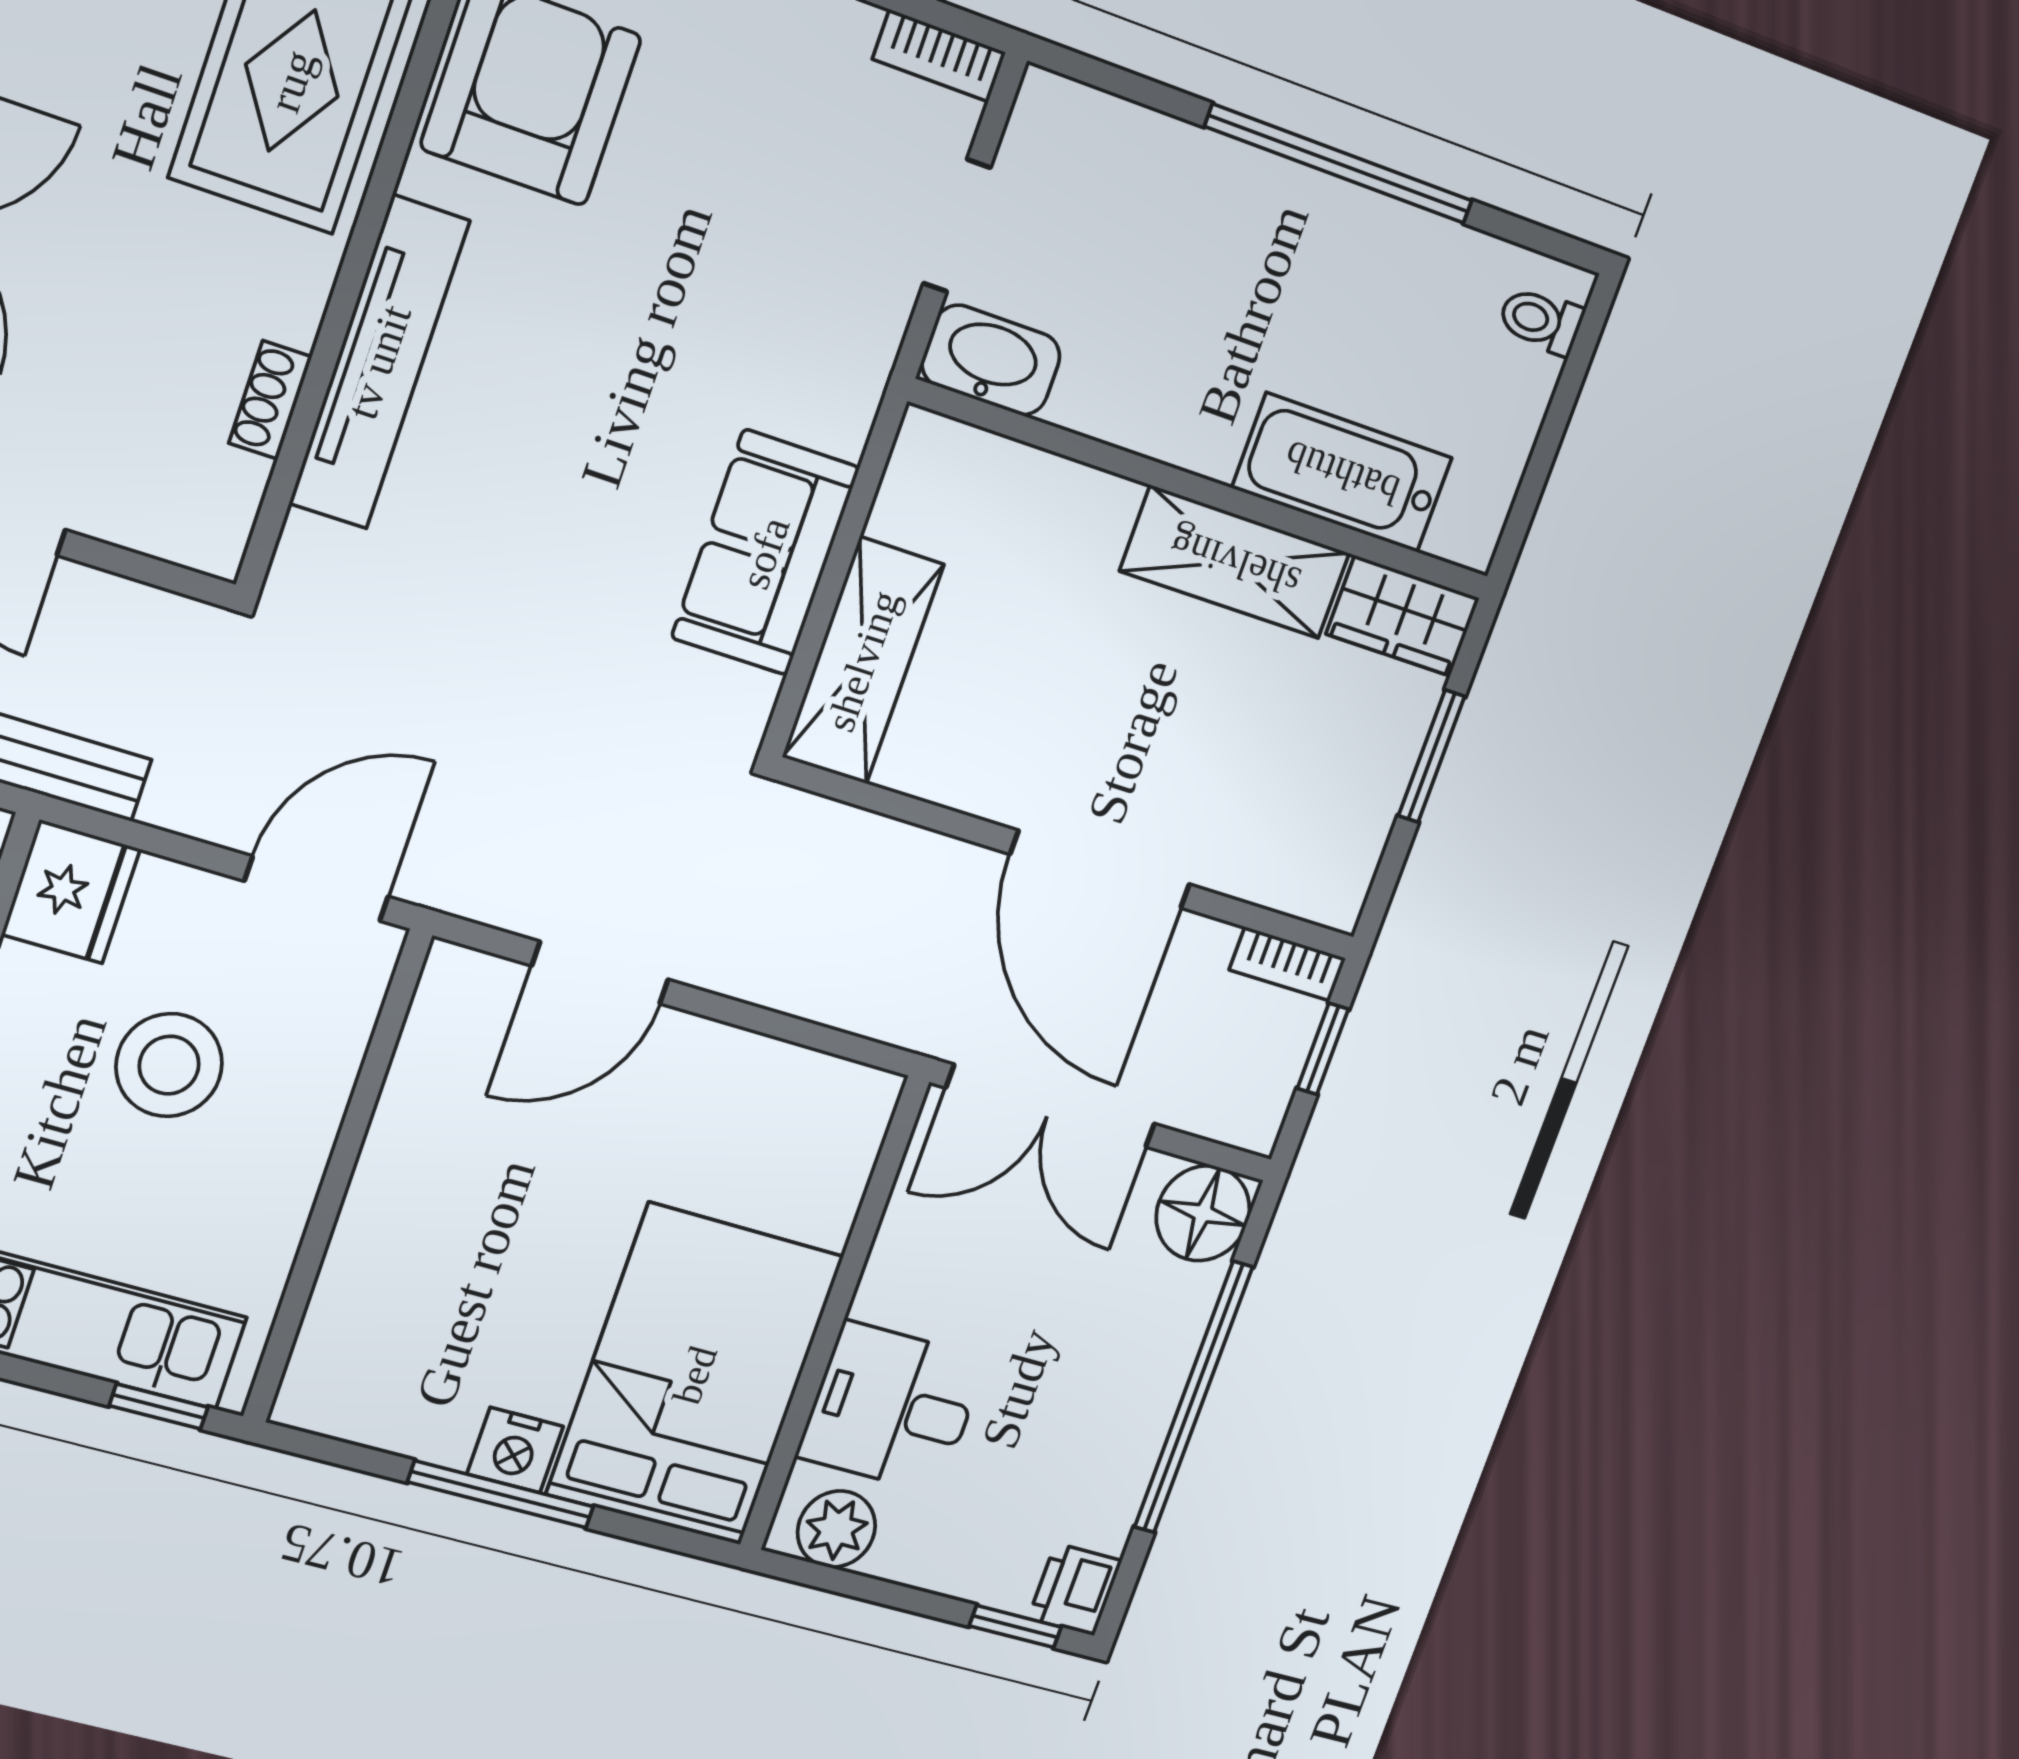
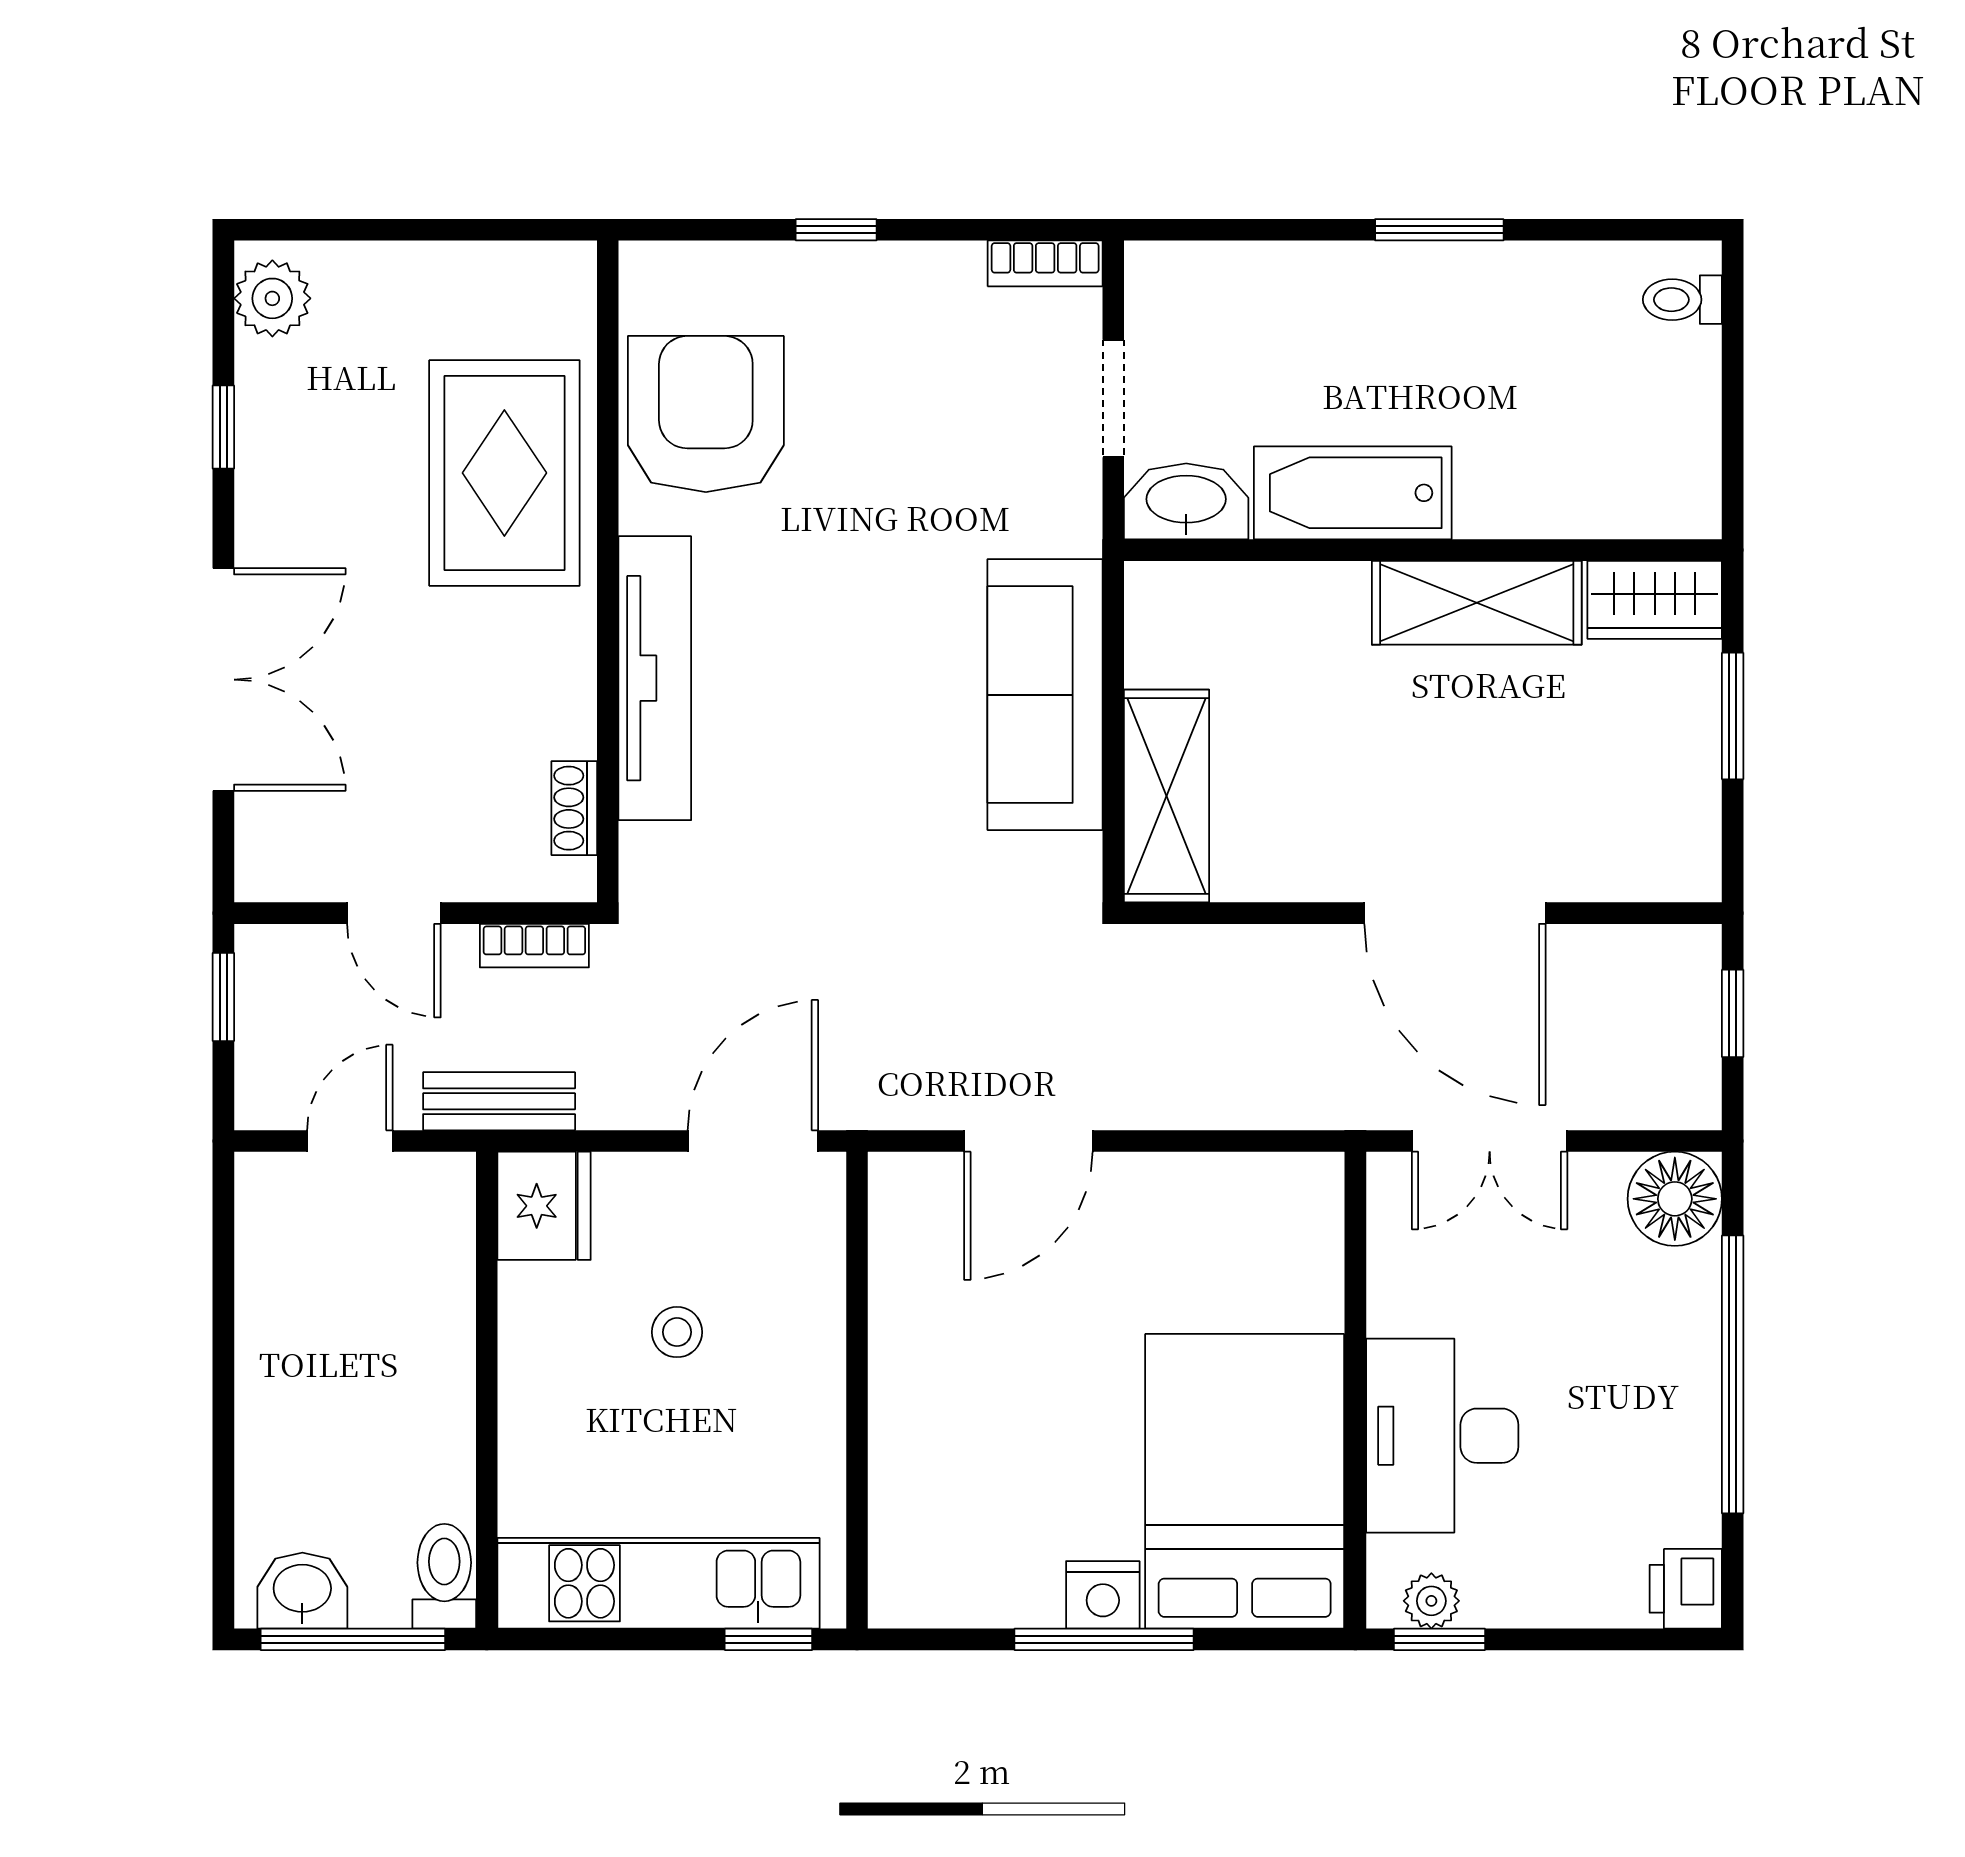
window: (1339, 164) -> (1439, 230), width x0.47
shoe rack: (270, 400) -> (574, 808), moved
bathtub: (1342, 473) -> (1353, 493), moved
sofa: (765, 553) -> (1045, 695), width x1.36
bookcase: (1287, 964) -> (534, 946), moved
stool: (169, 1065) -> (677, 1332), width x0.53, depth x0.53
double door: (1051, 1106) -> (1490, 1141), width x0.73
desk: (892, 1407) -> (1442, 1436), width x1.37
plant: (836, 1529) -> (1431, 1601), width x0.73, depth x0.73
window: (1015, 1627) -> (1439, 1639), moved

